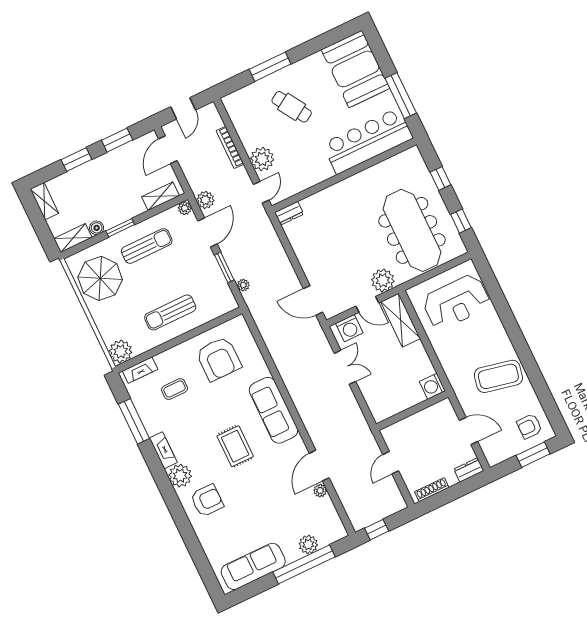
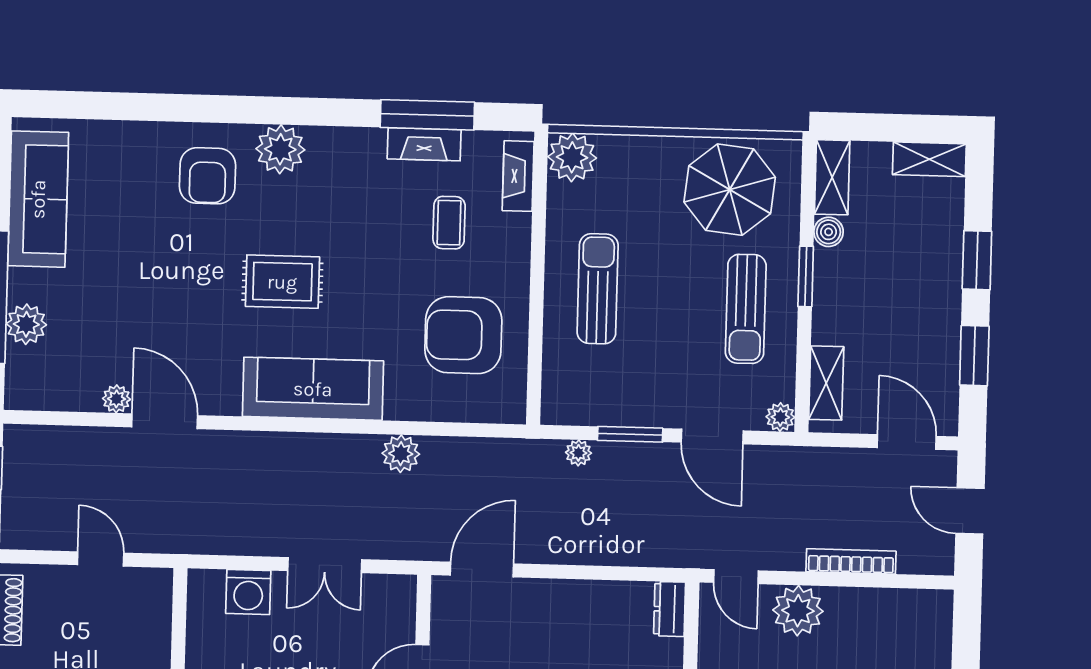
plant: (205, 200) -> (401, 454), moved
washing machine: (349, 328) -> (248, 592), moved, turned -90
fireplace: (163, 450) -> (424, 144), moved

